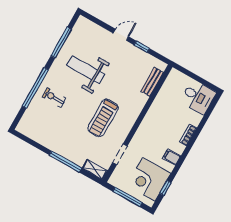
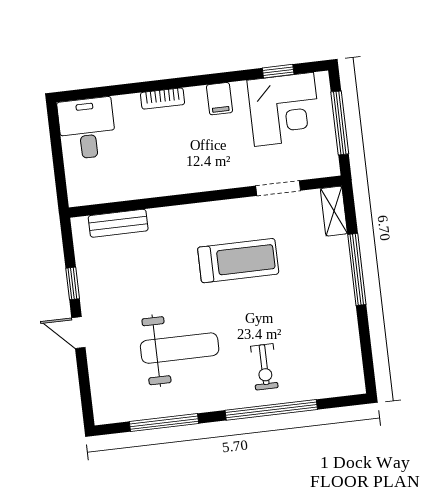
weight bench: (86, 70) -> (180, 348), turned -90

